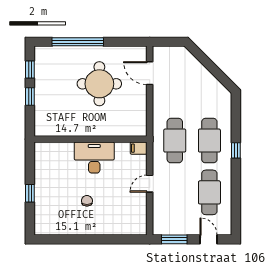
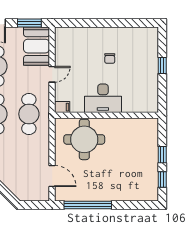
window: (78, 42) -> (88, 205), moved
round table: (99, 84) -> (84, 139), moved
booth: (166, 214) -> (37, 46), added

